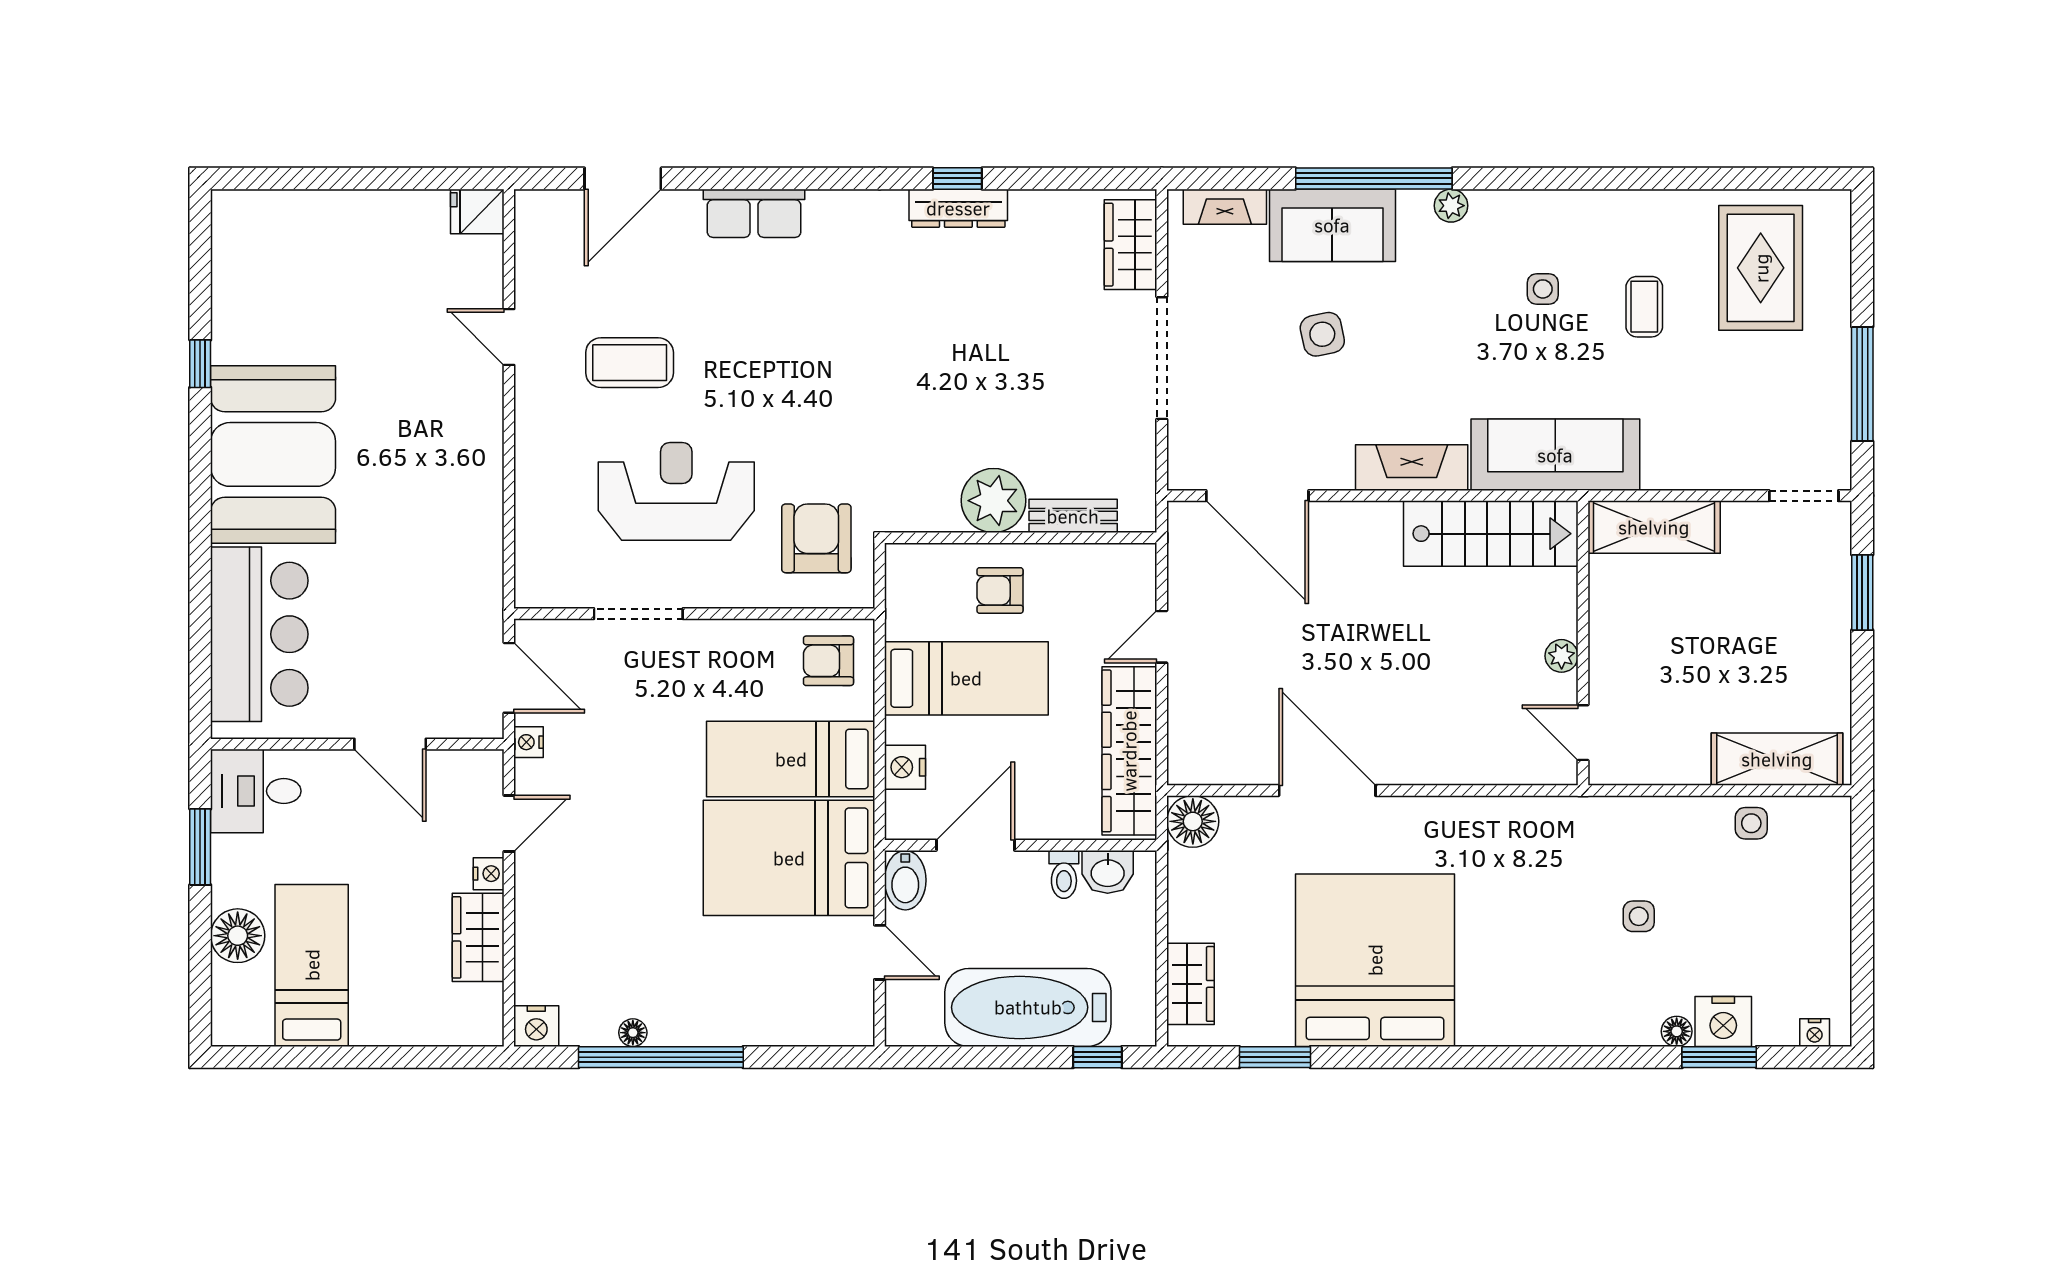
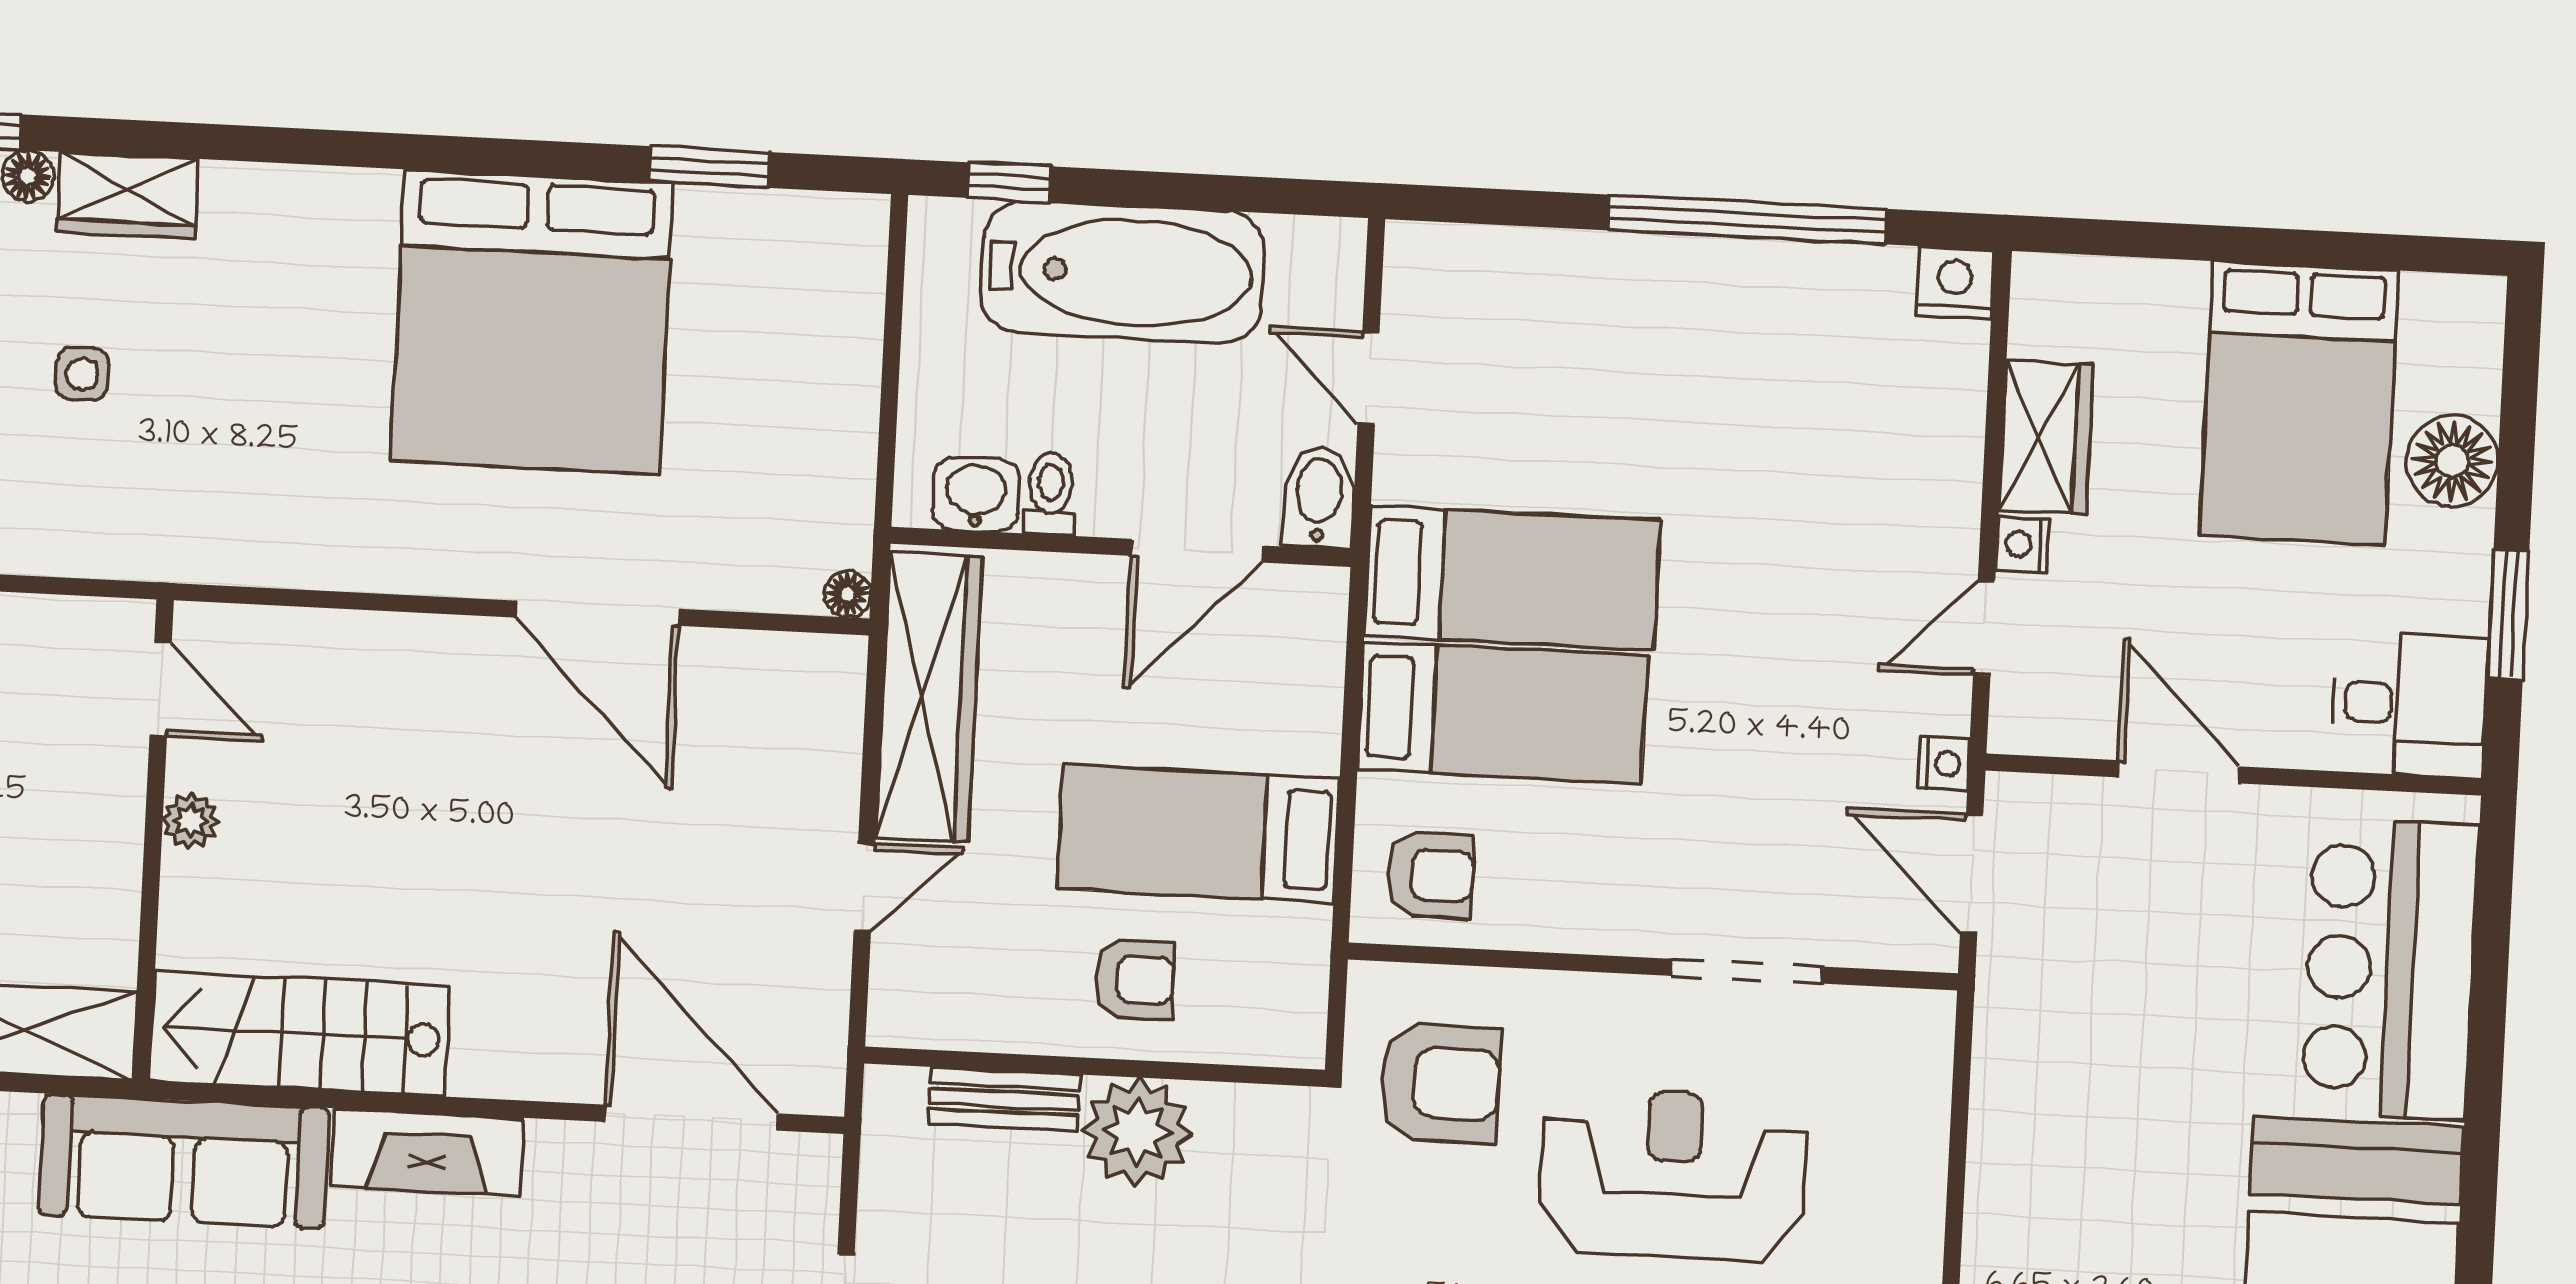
reception desk: (676, 491) -> (1673, 1175), turned 180
armchair: (816, 538) -> (1440, 1083), turned -90
nightstand: (905, 767) -> (1310, 689), removed
floor lamp: (1193, 821) -> (847, 594), width x0.53, depth x0.53
bed: (789, 858) -> (1512, 578), width x0.67
bed: (312, 965) -> (2299, 403), width x1.50
wardrobe: (1190, 984) -> (127, 195), moved, turned -90
floor lamp: (633, 1033) -> (1793, 263), removed

